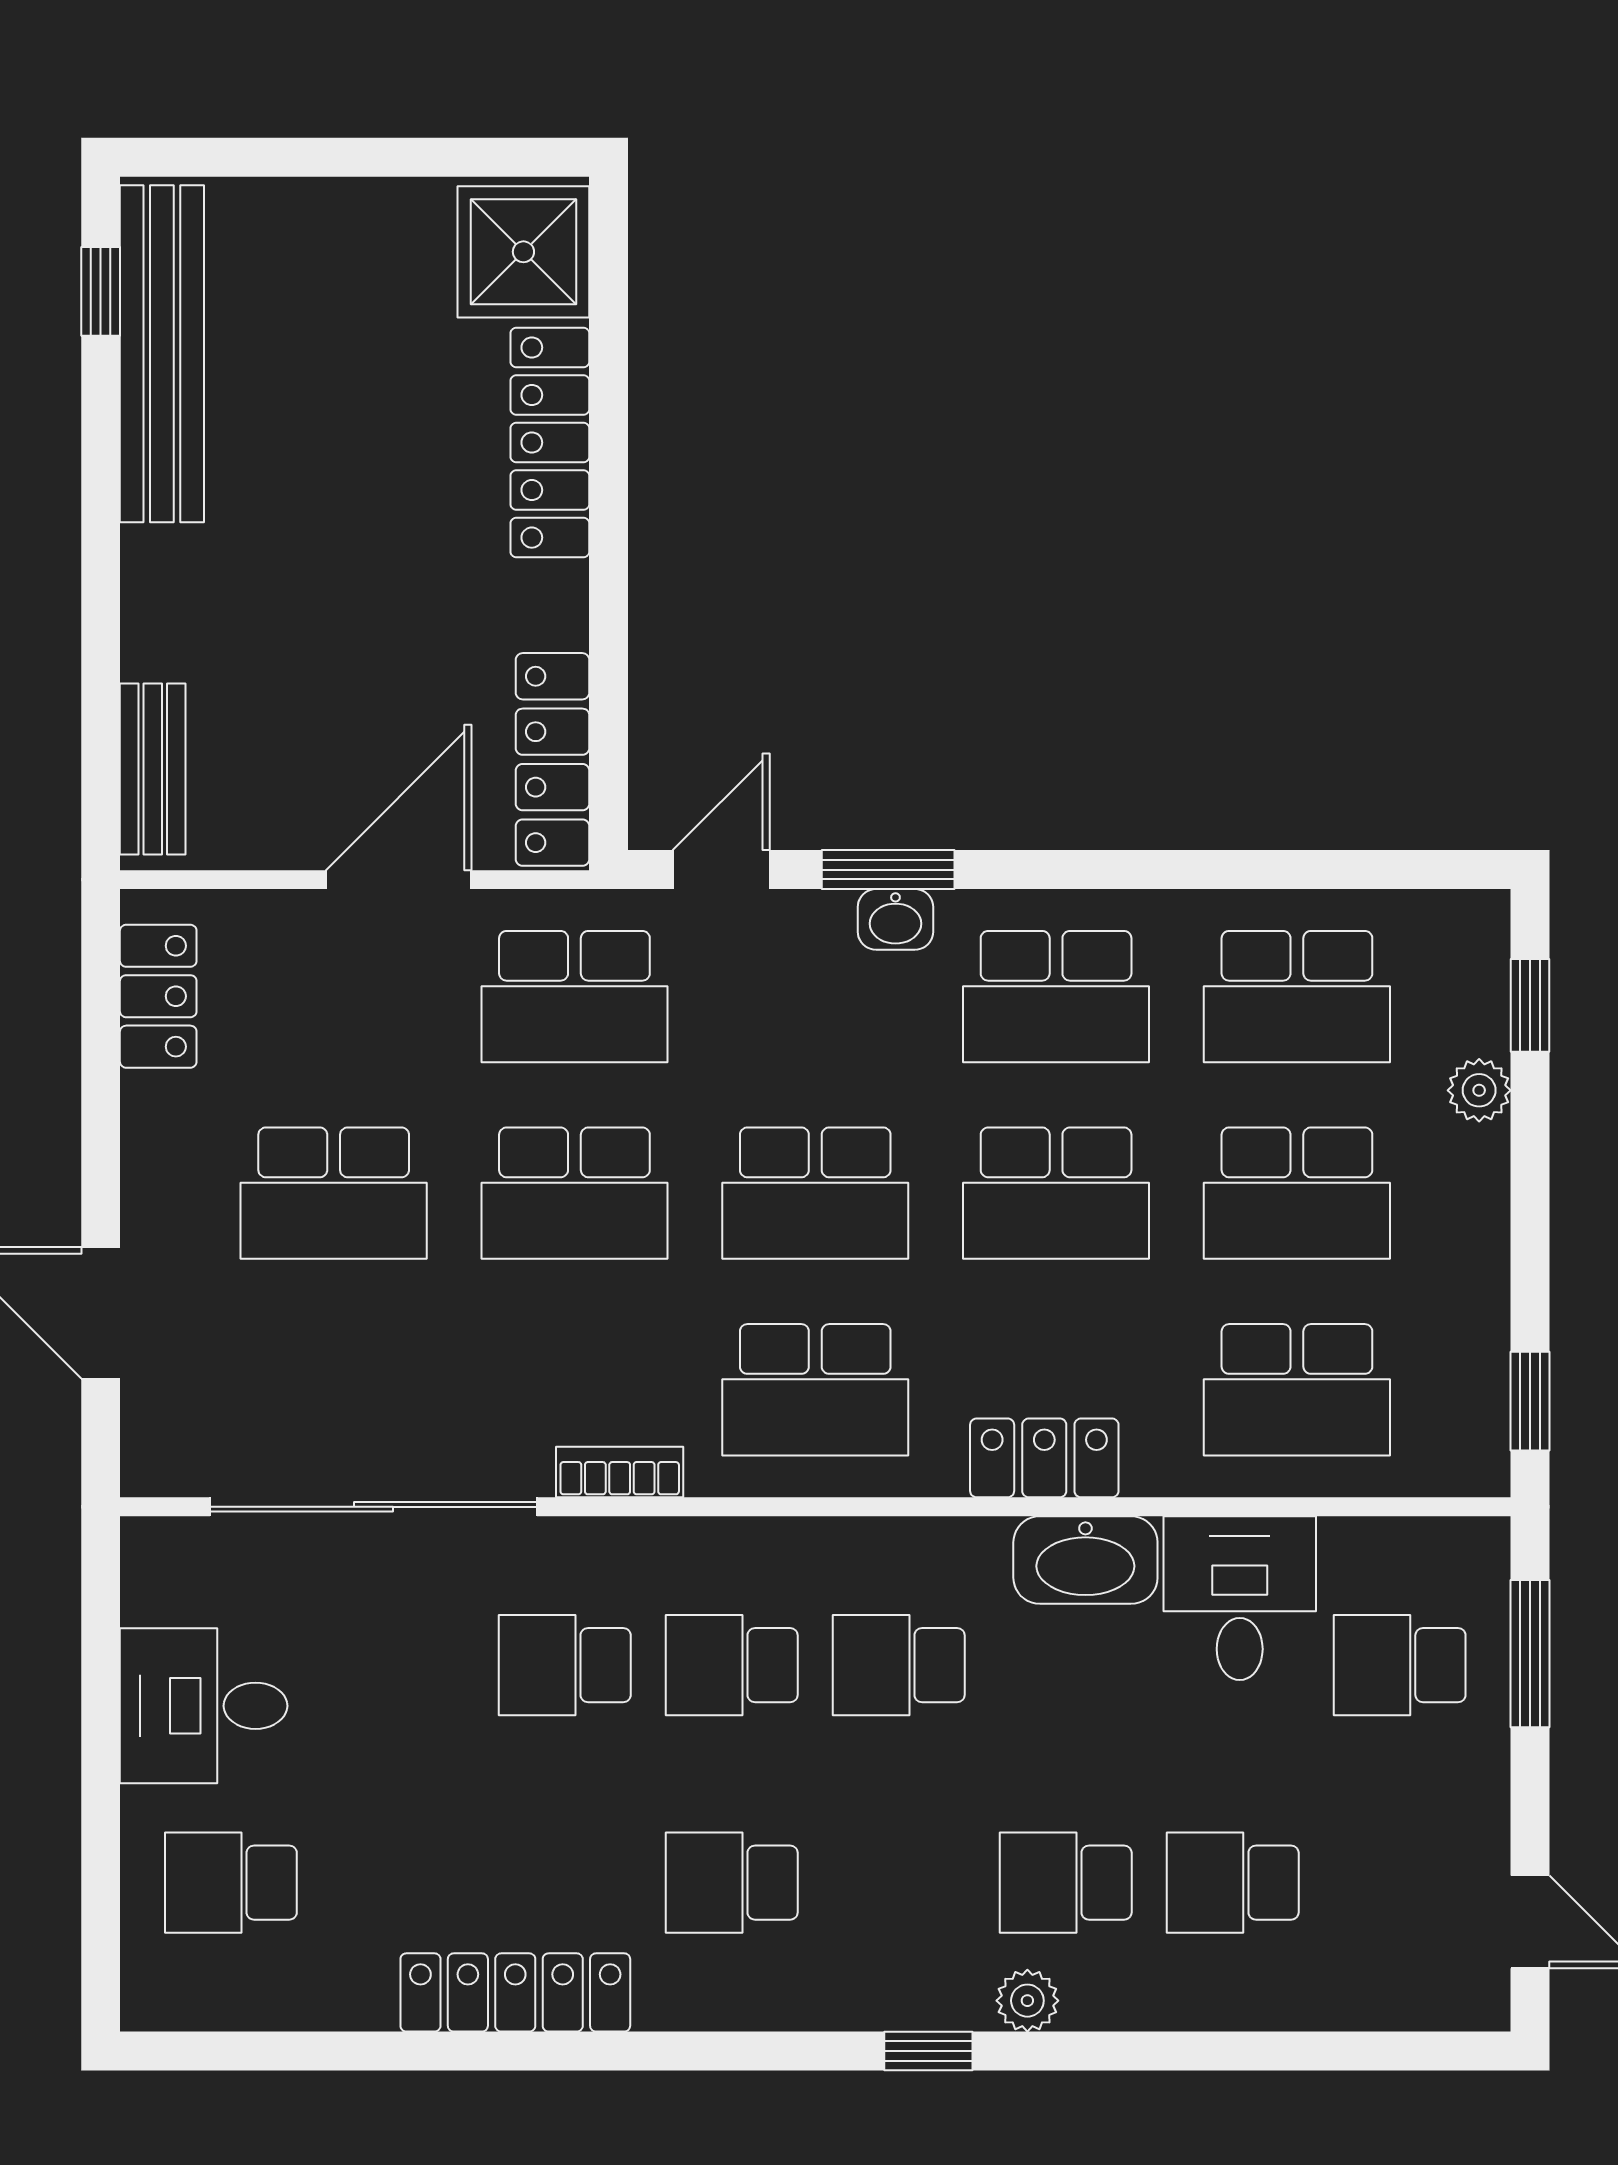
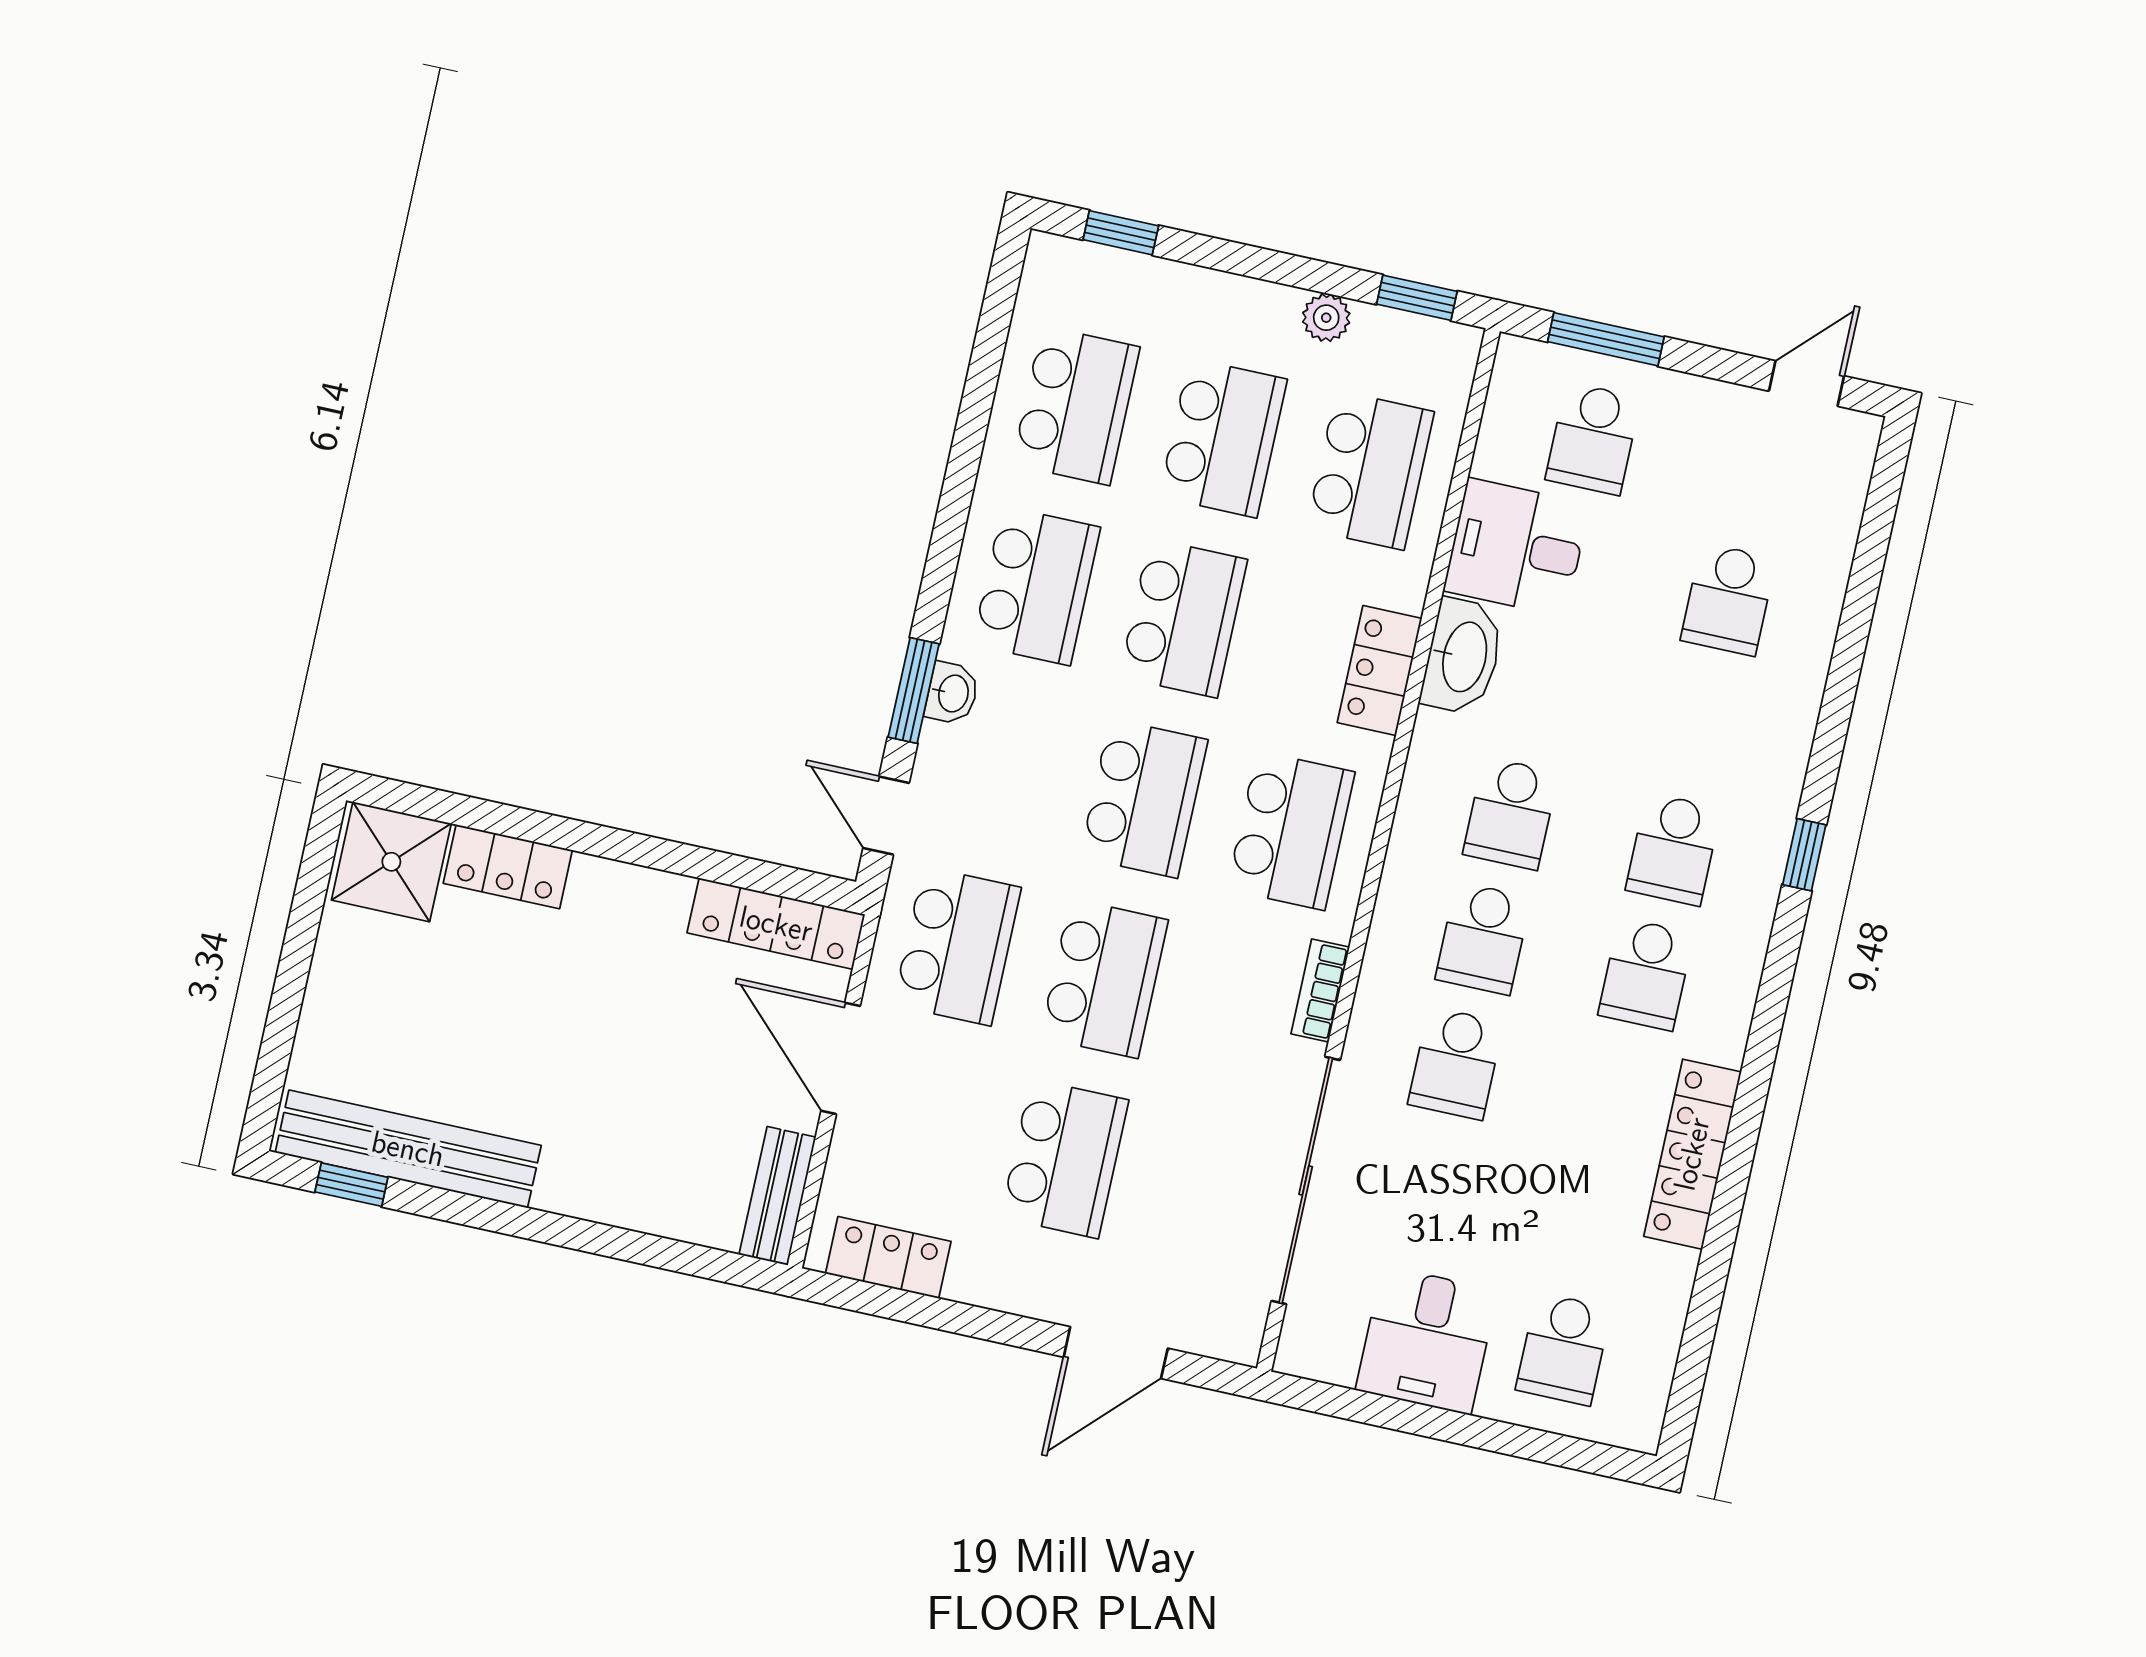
locker: (550, 443) -> (508, 867), width x0.66
bench: (153, 769) -> (777, 1196), moved, turned 90
plant: (1479, 1090) -> (1326, 318), moved
school desk: (1066, 1883) -> (1673, 849), moved
plant: (1027, 2001) -> (1783, 772), removed

